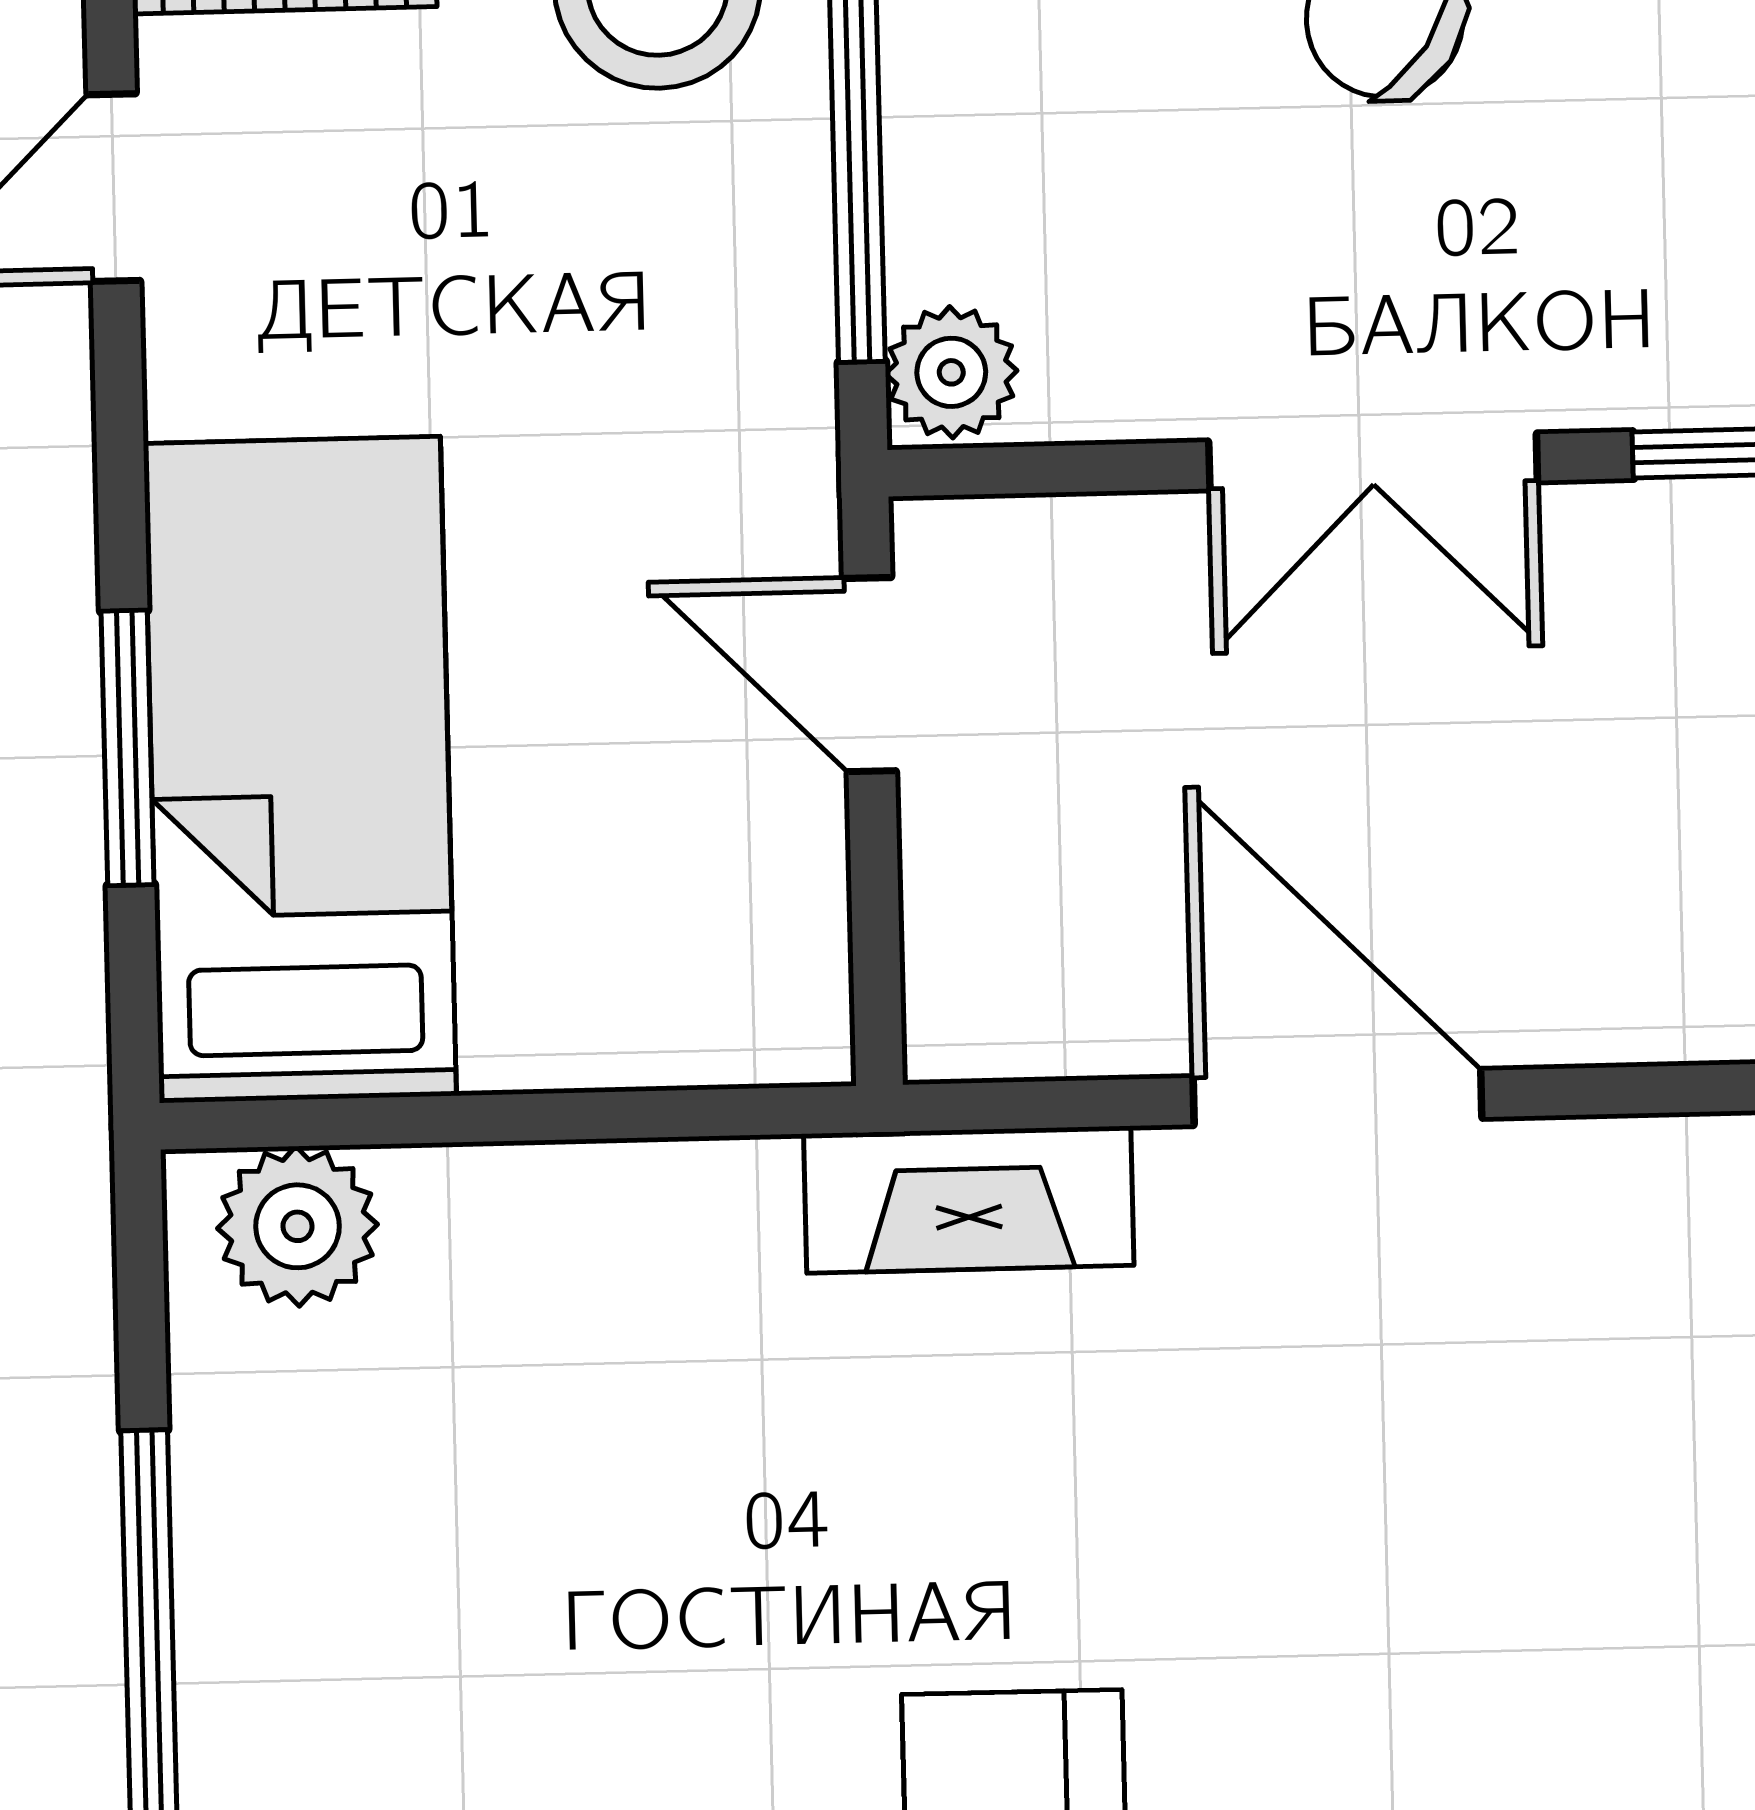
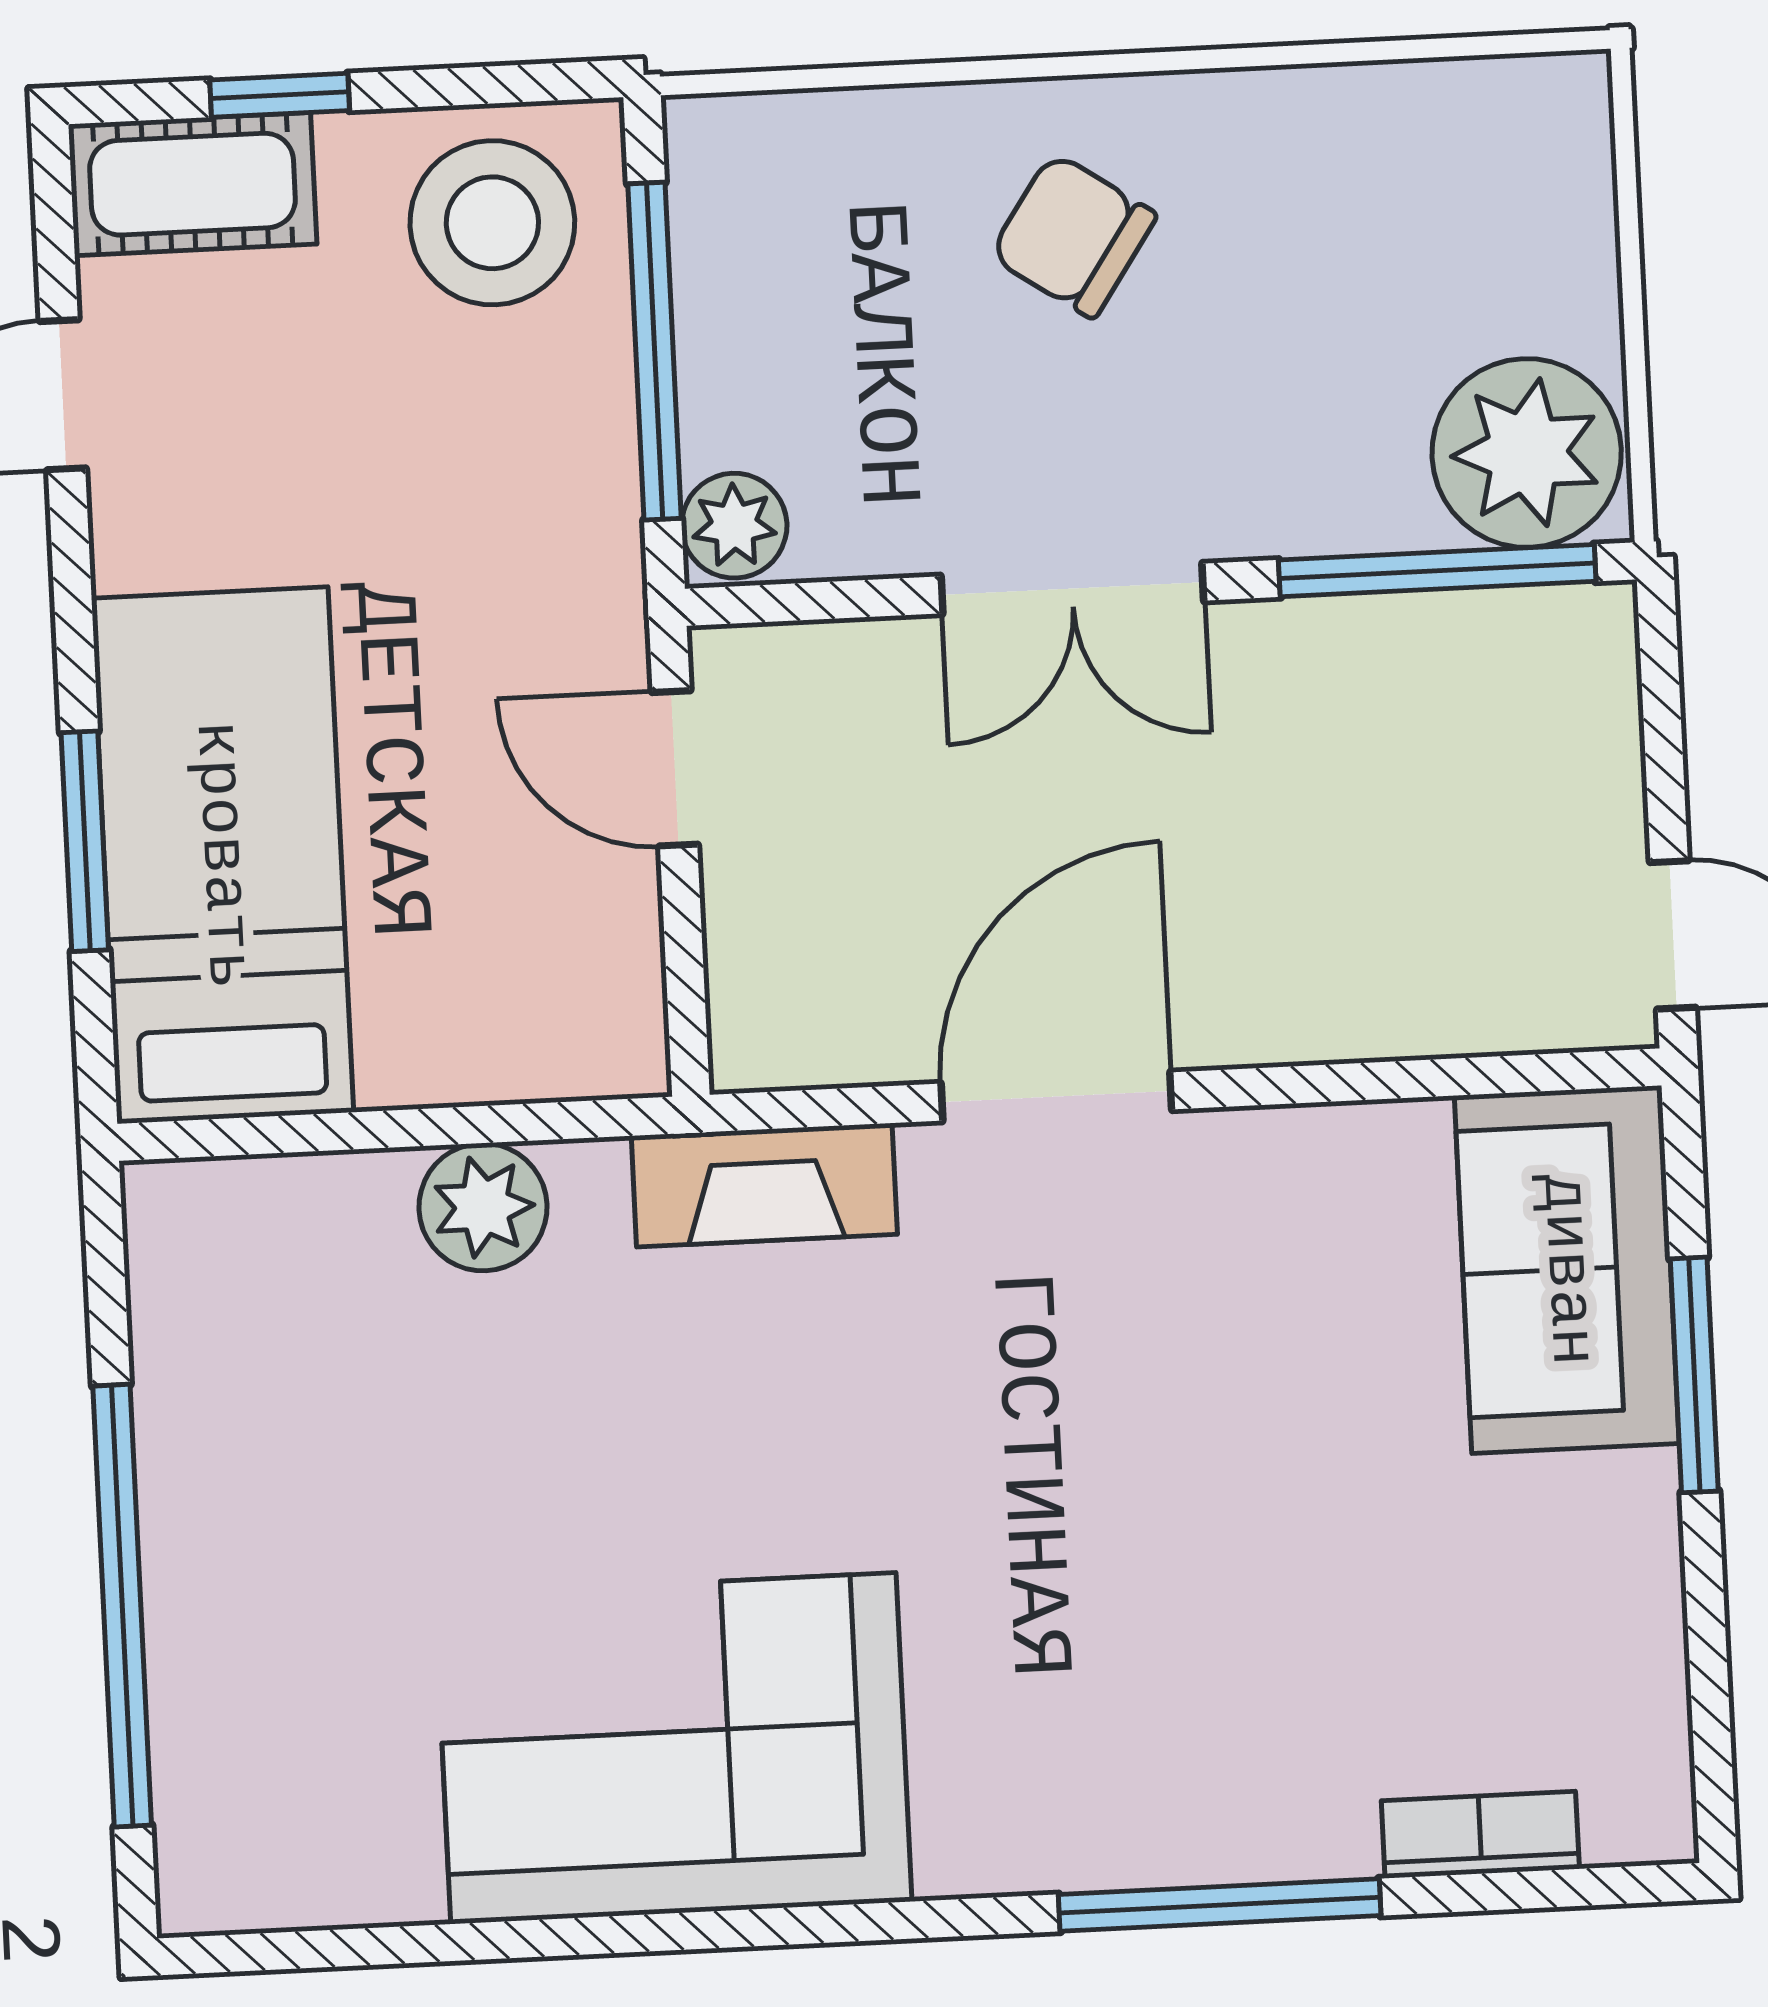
door: (1338, 1097) -> (1056, 1096), hinge flipped
plant: (298, 1226) -> (483, 1207), moved

